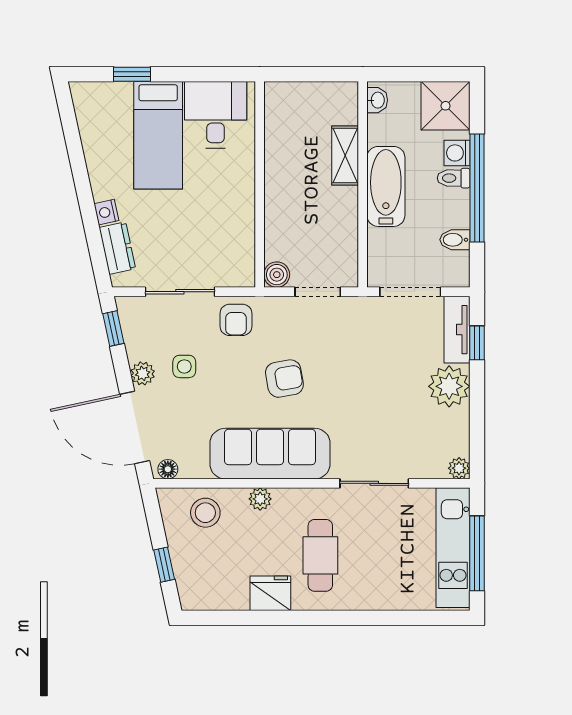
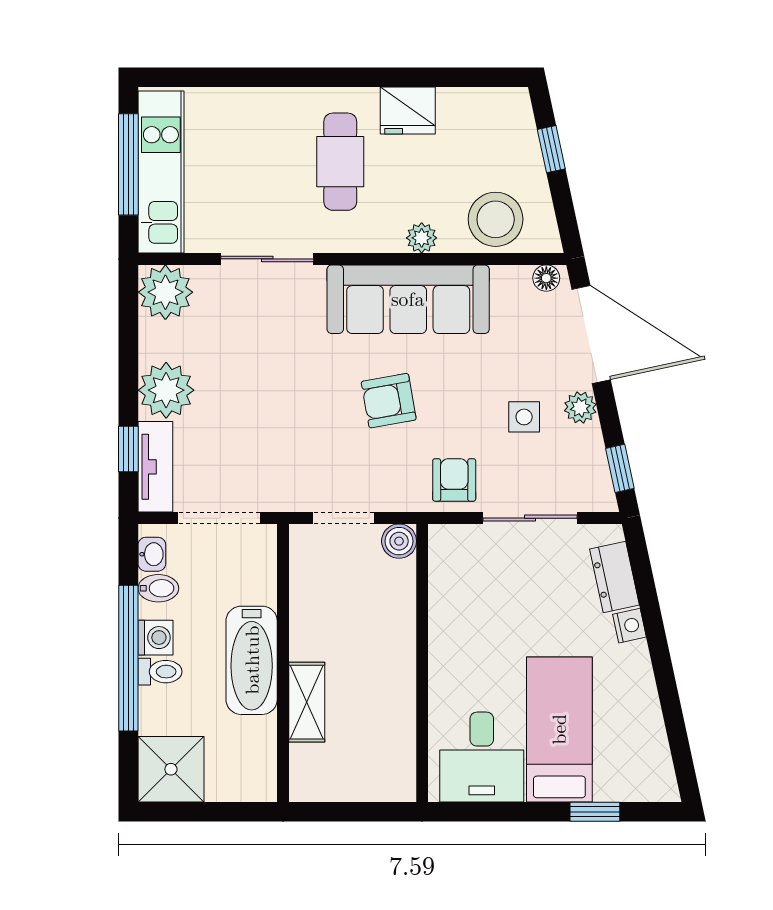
washbasin: (377, 100) -> (152, 554), moved, turned 180
washing machine: (457, 153) -> (155, 638), moved
plant: (459, 468) -> (165, 292), width x1.87, depth x1.87
stool: (205, 513) -> (496, 219), width x1.38, depth x1.38

